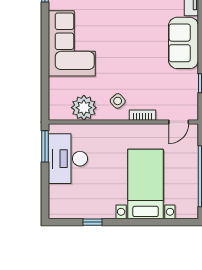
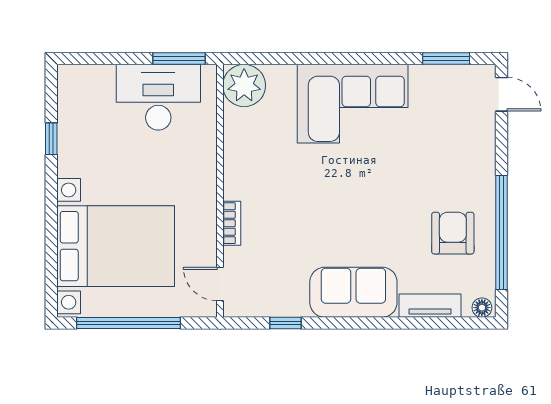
side table: (118, 101) -> (256, 181), removed
plant: (84, 108) -> (244, 85), moved
bed with nightstands: (146, 184) -> (116, 246), width x1.36

